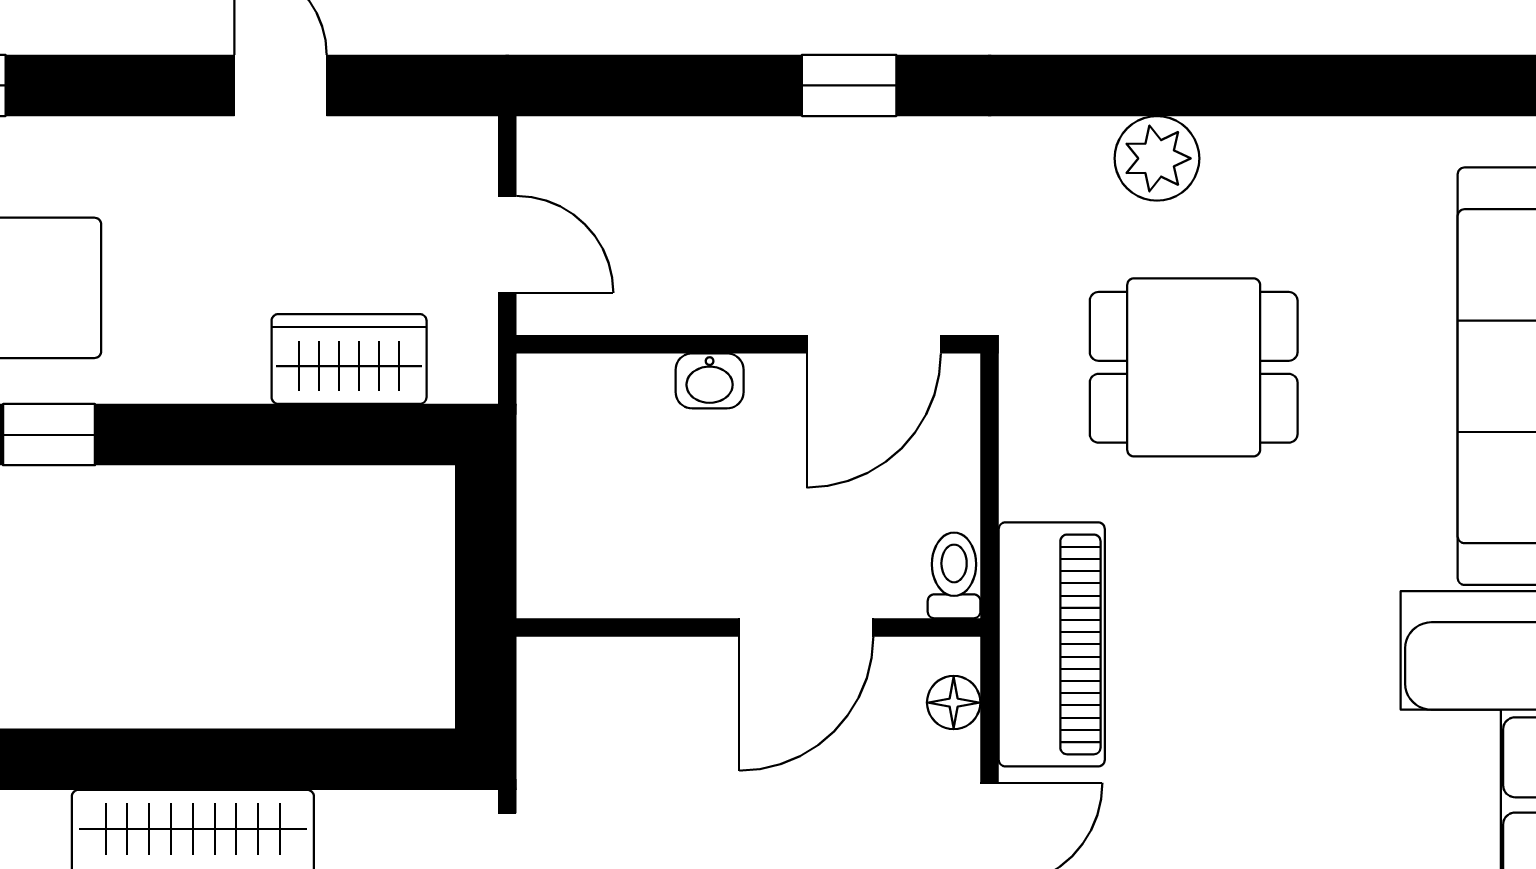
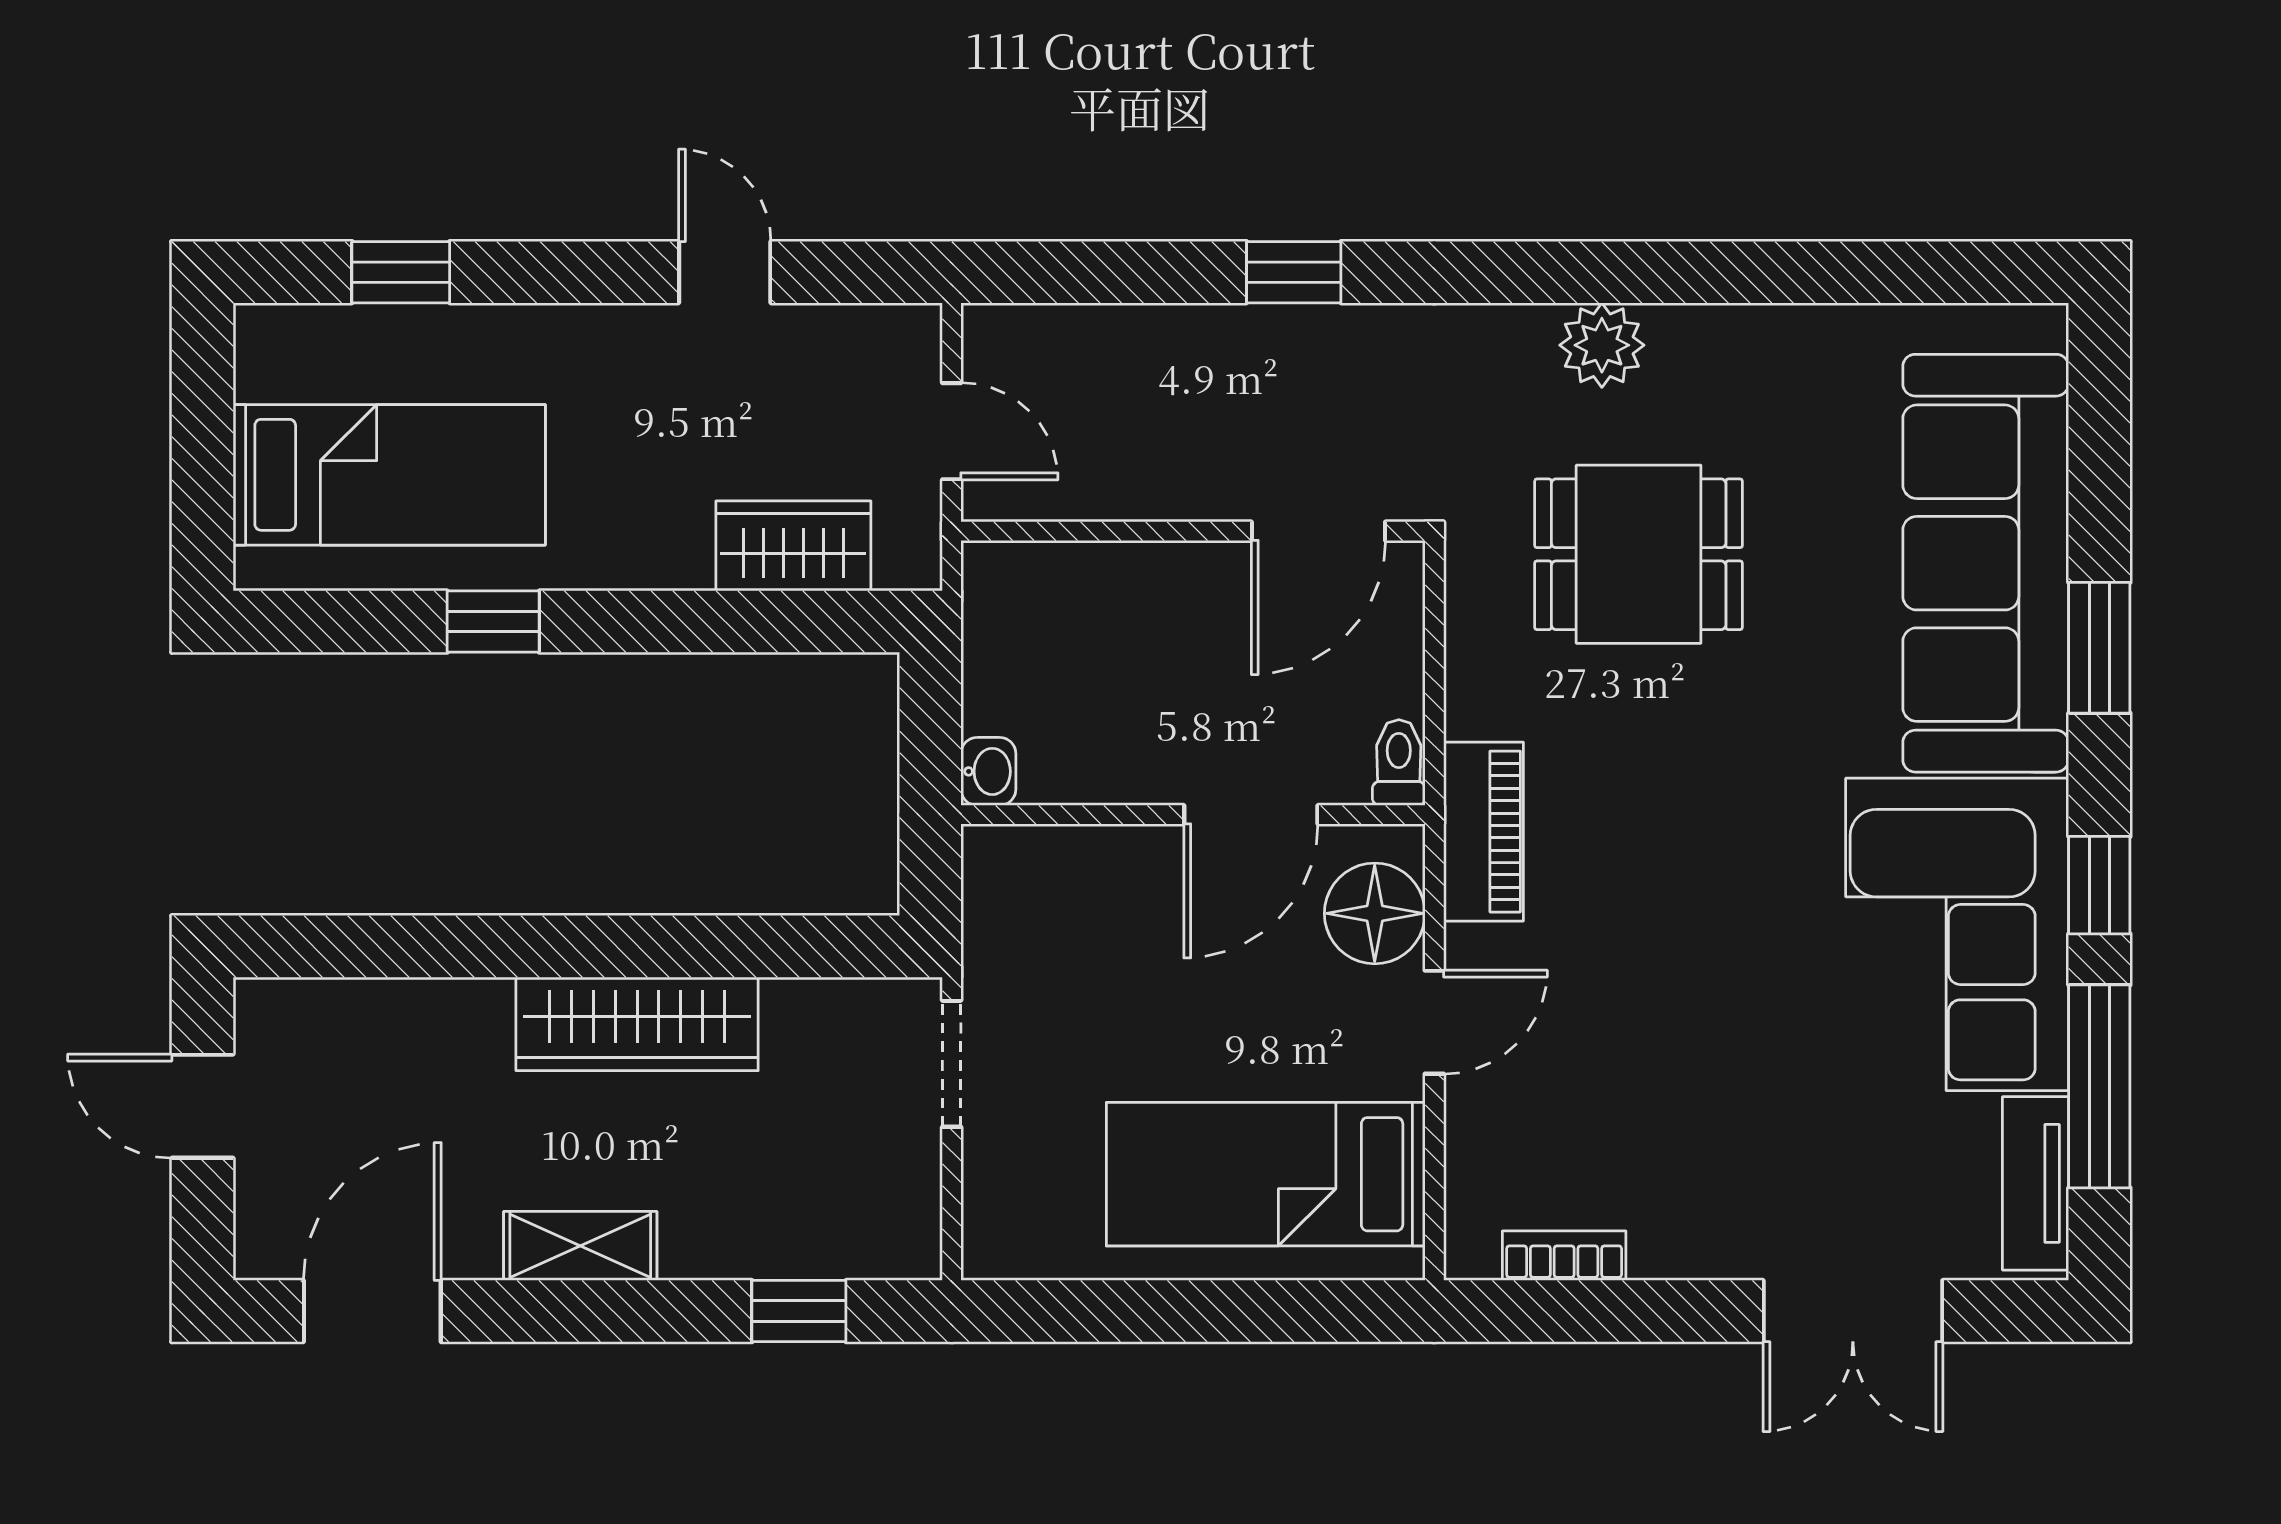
washbasin: (710, 381) -> (988, 771), moved, turned -90
piano: (1052, 644) -> (1483, 832), width x0.73, depth x0.75
floor lamp: (954, 703) -> (1375, 913), width x1.89, depth x1.89

